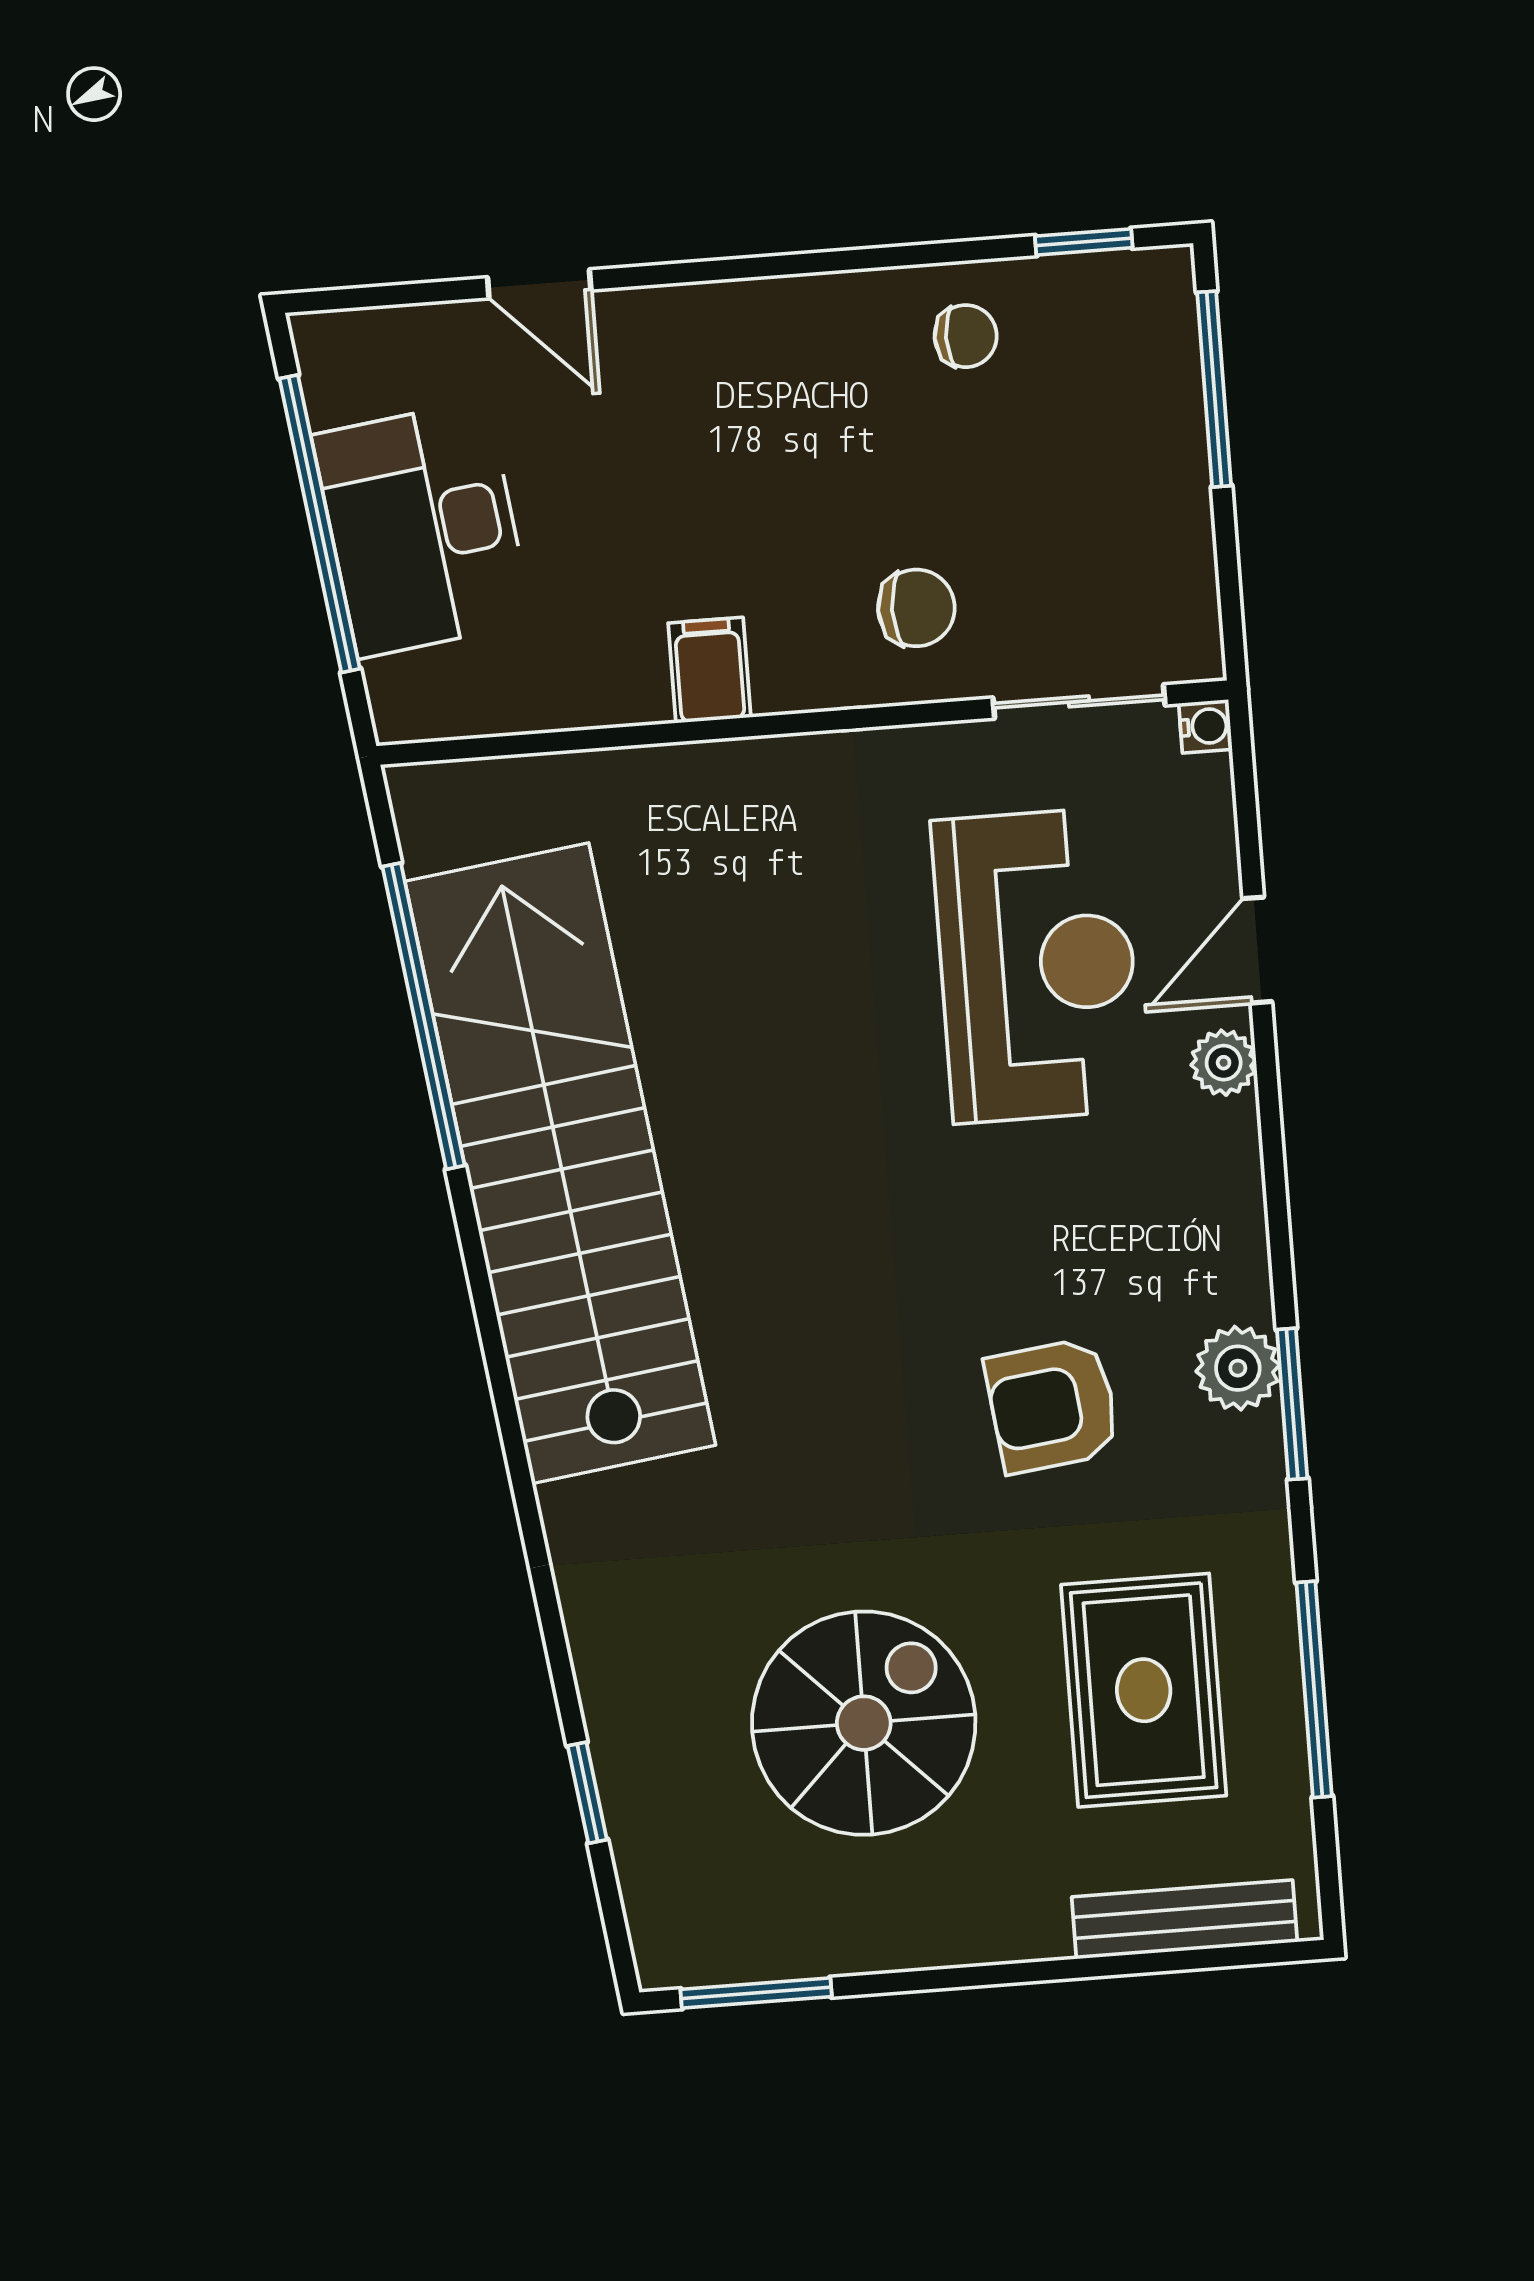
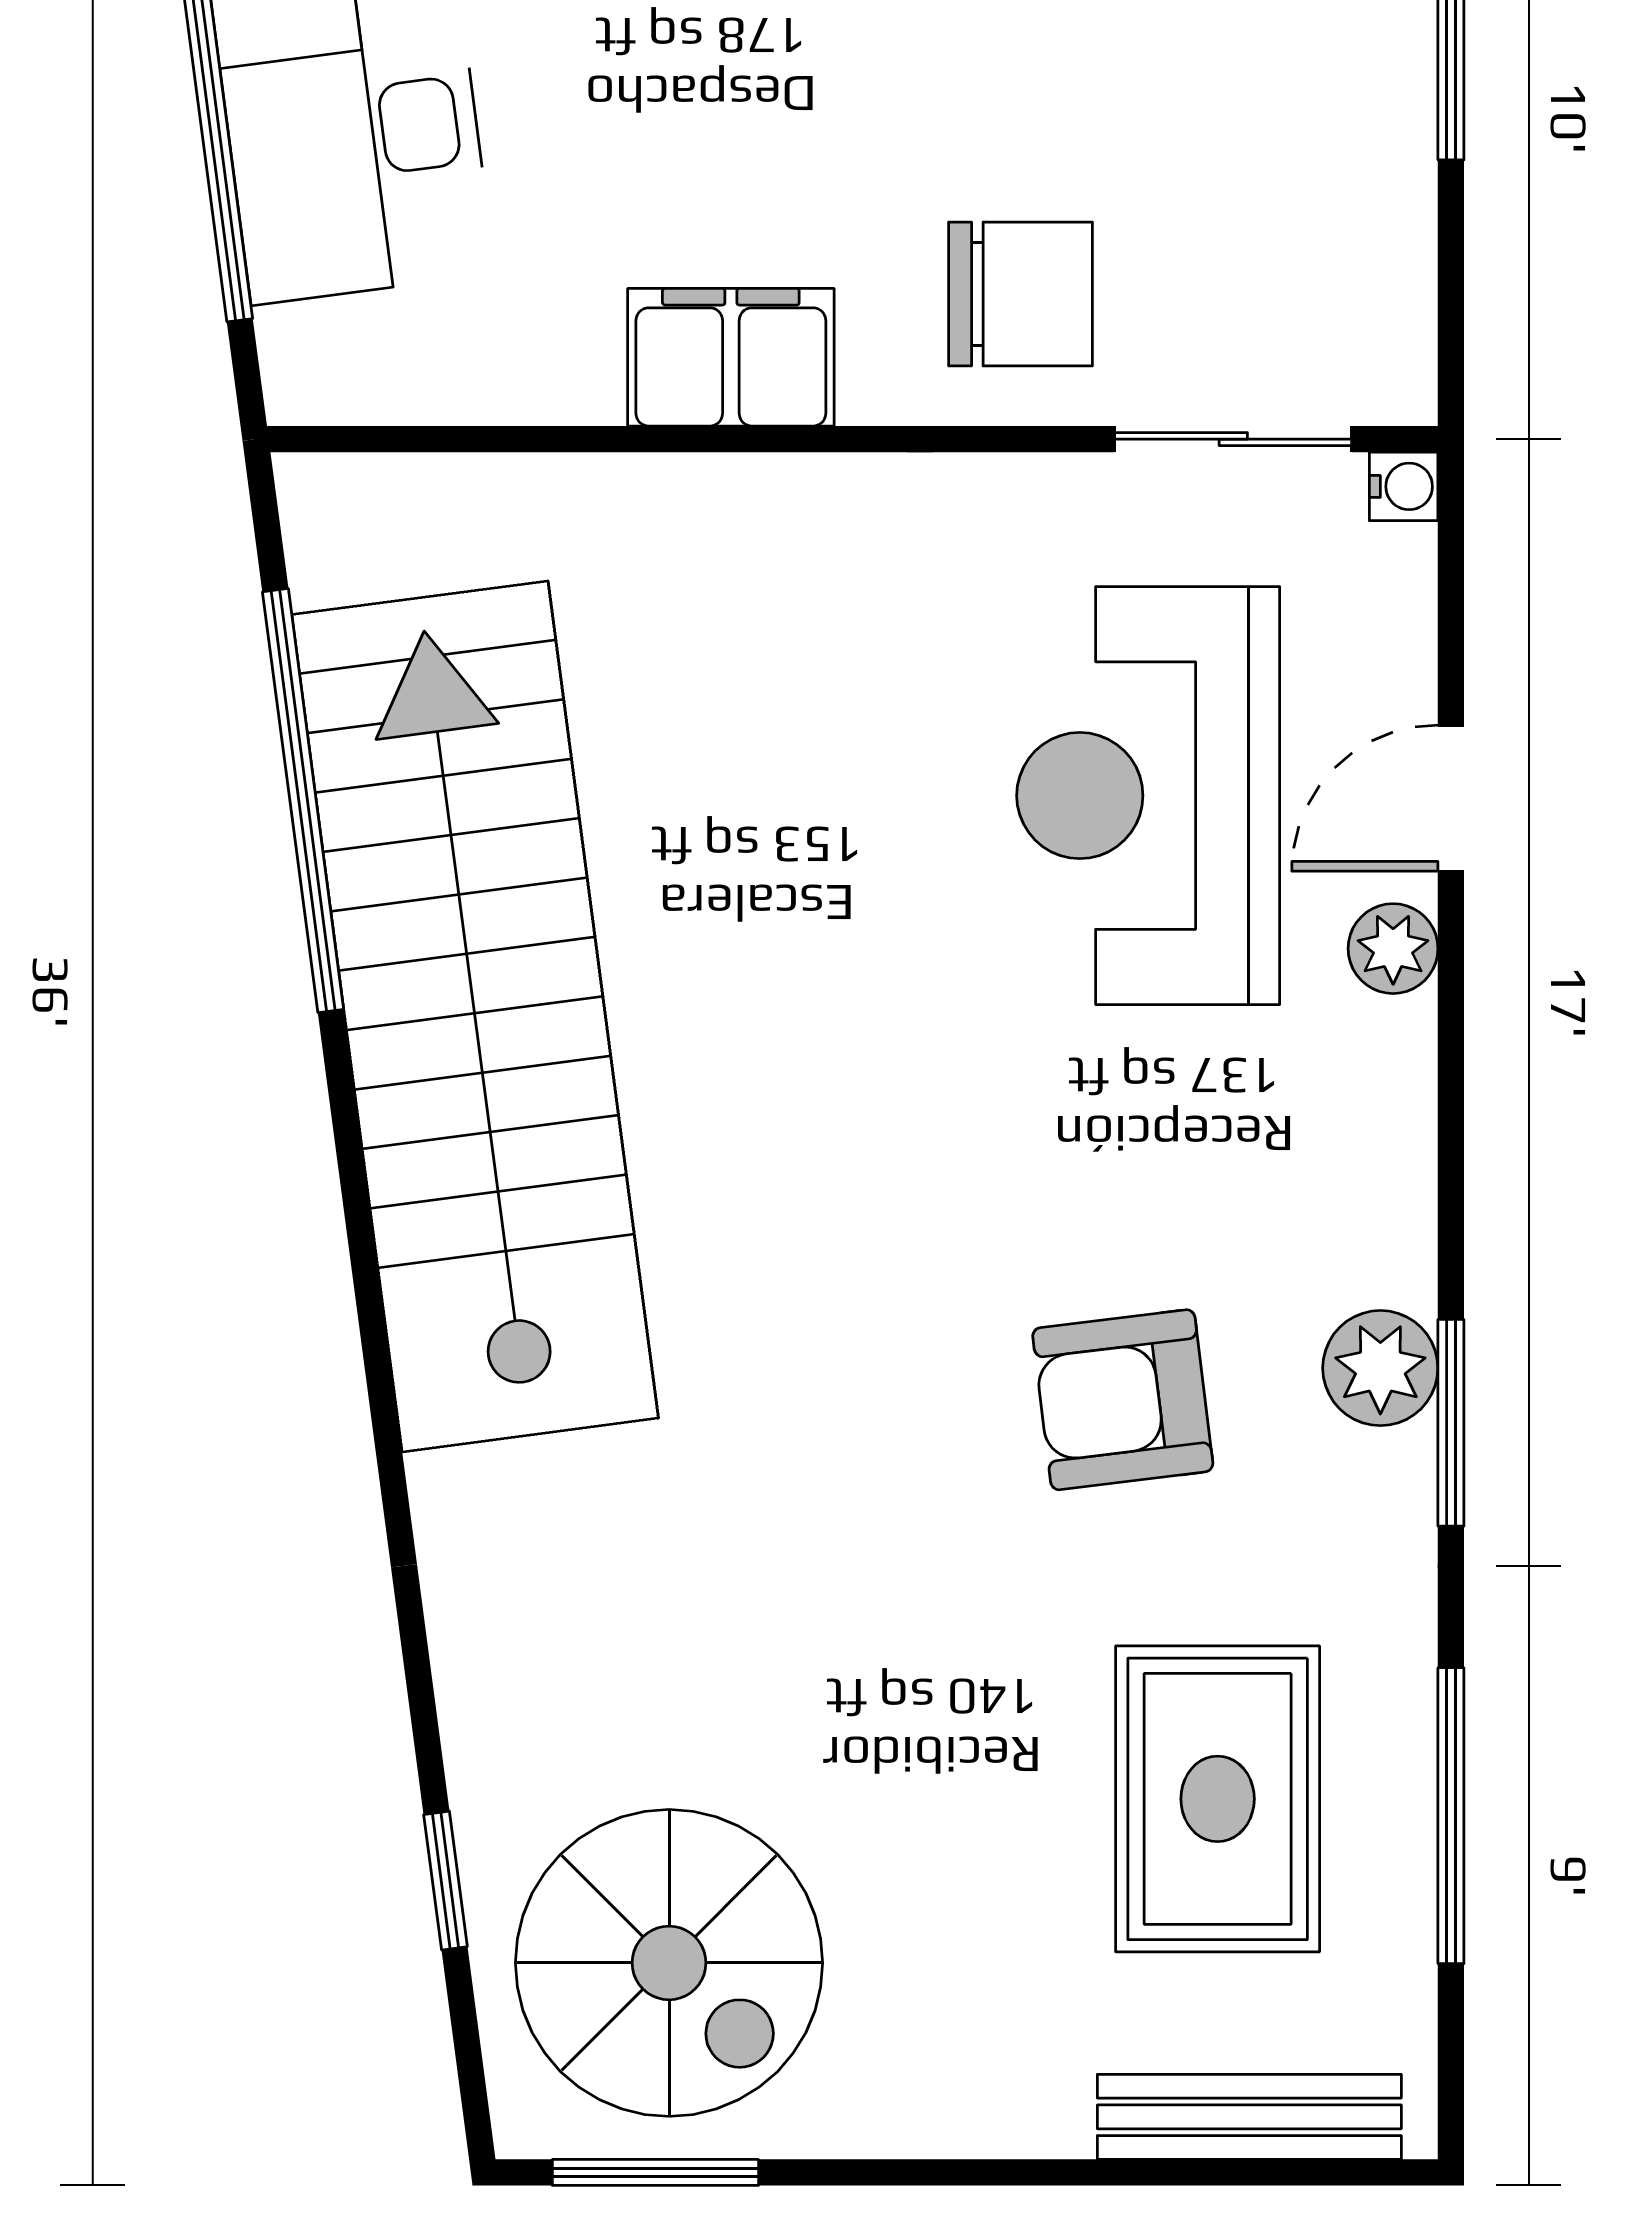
chair: (916, 608) -> (1020, 294), width x1.37, depth x1.37
filing cabinet: (709, 670) -> (731, 357), width x2.00
reception desk: (1037, 965) -> (1148, 796), turned 180
spiral stairs: (864, 1723) -> (669, 1963), moved, turned 90

